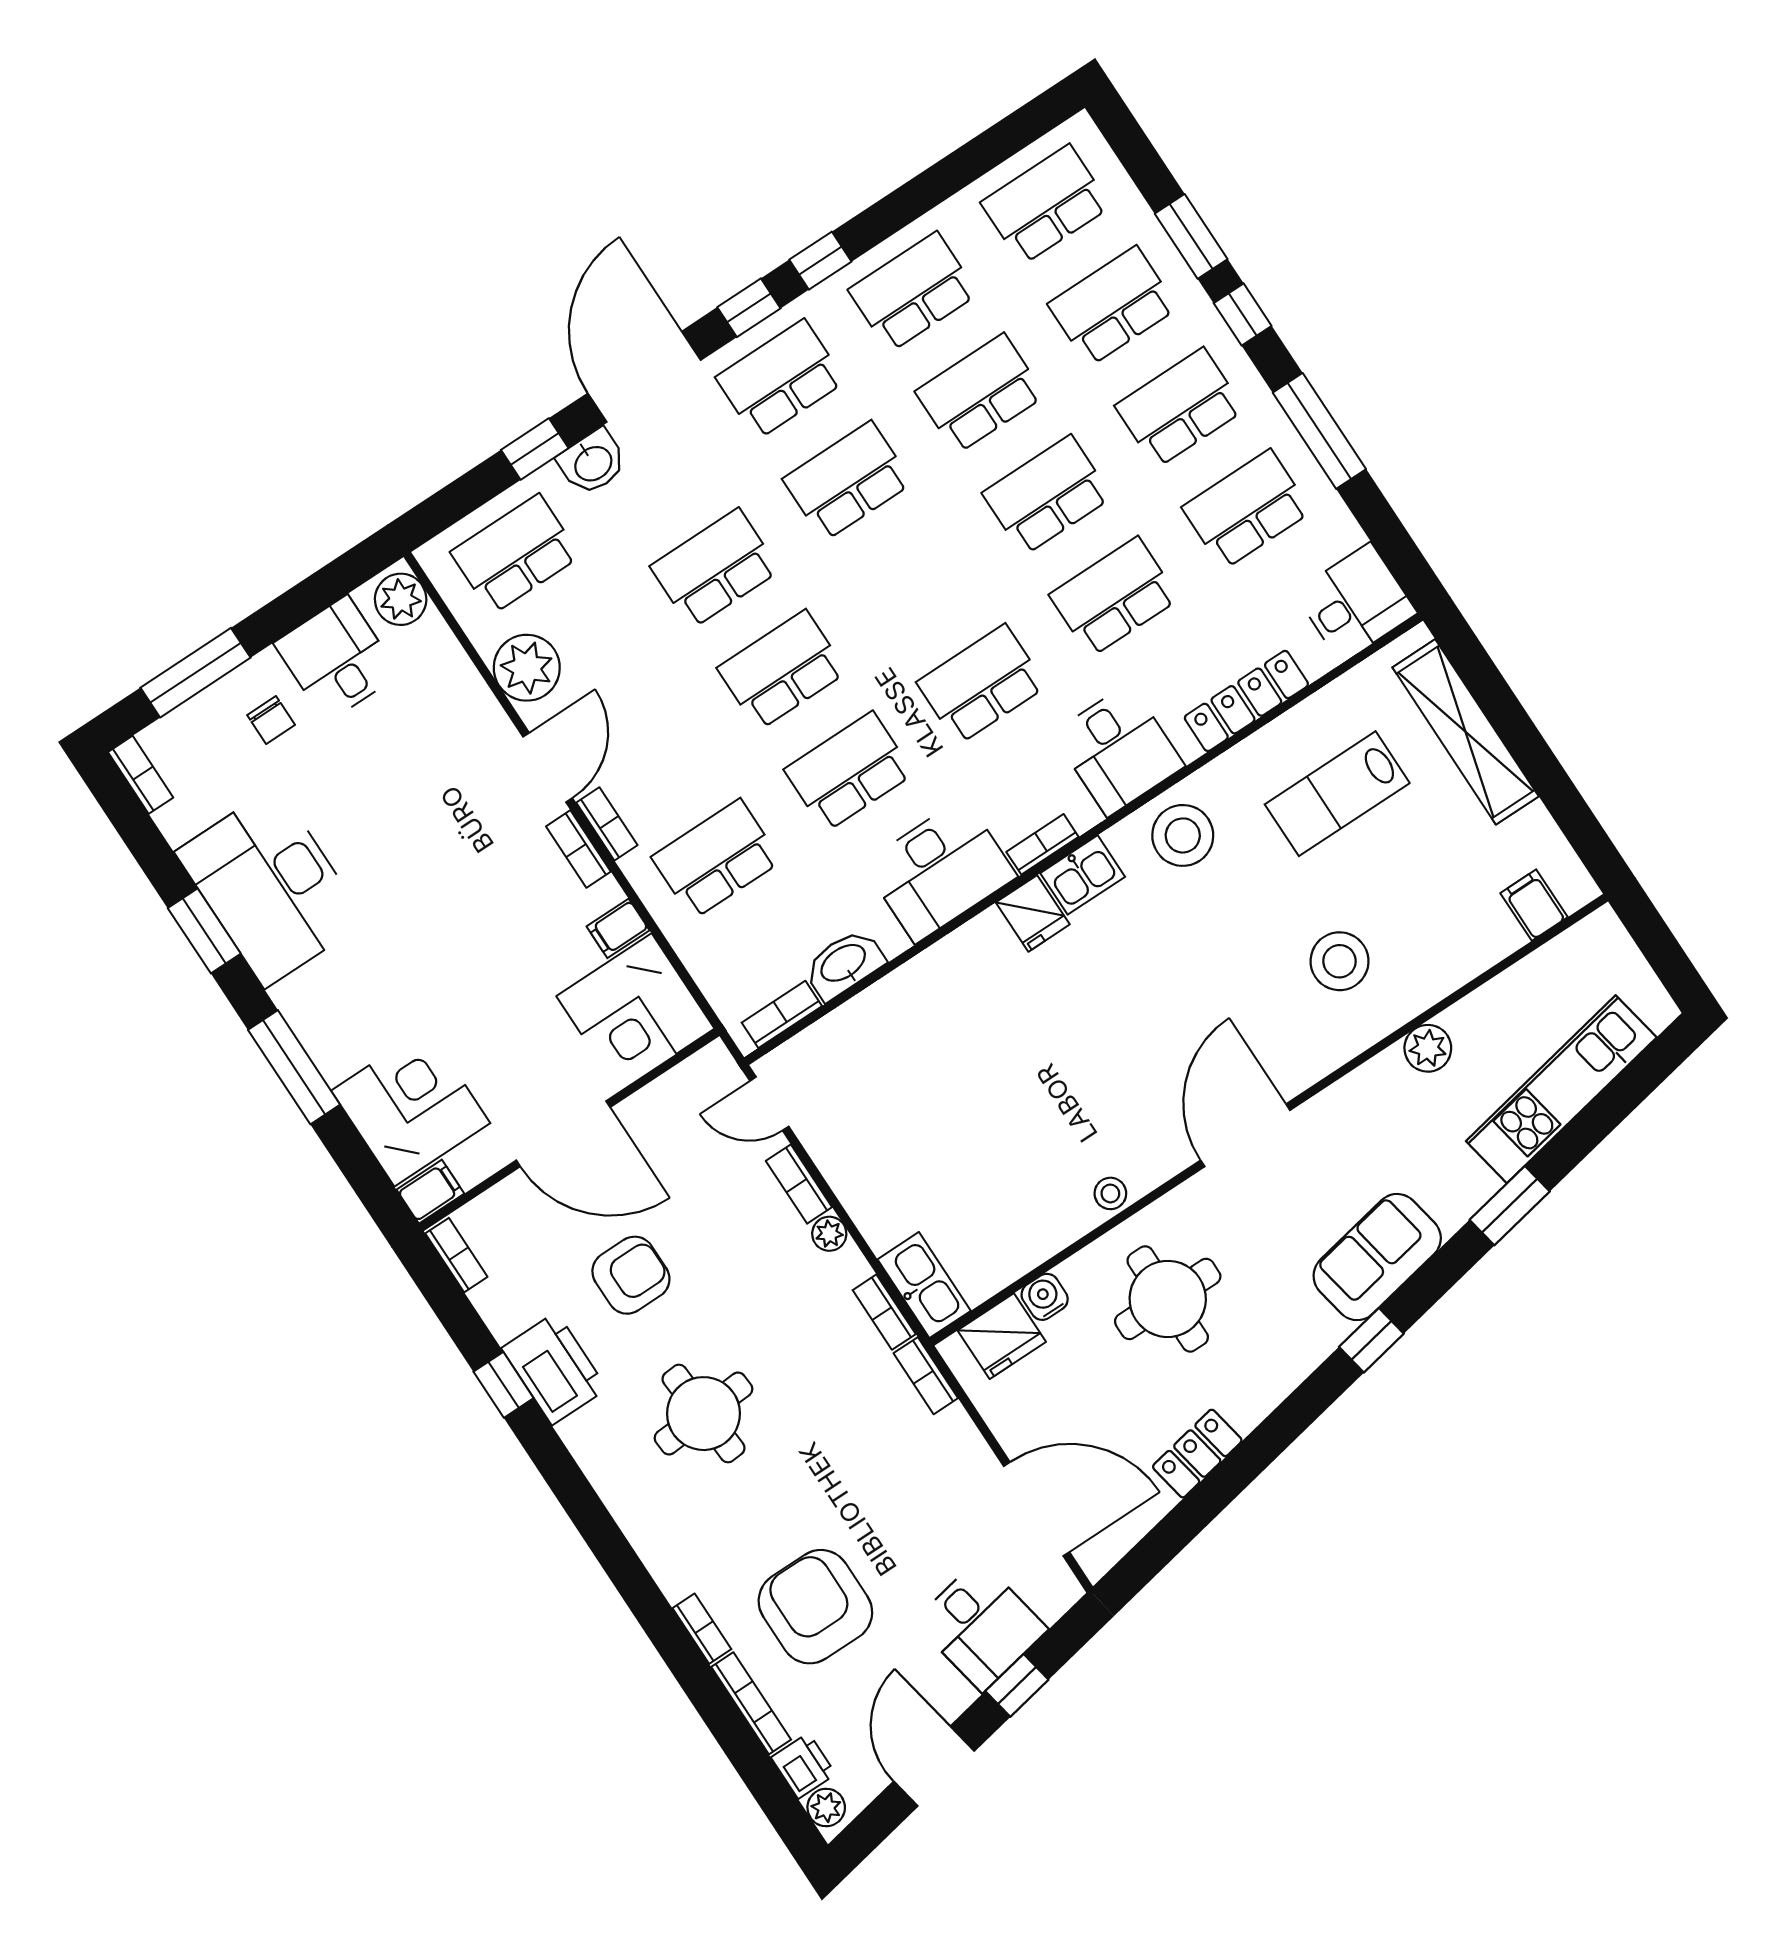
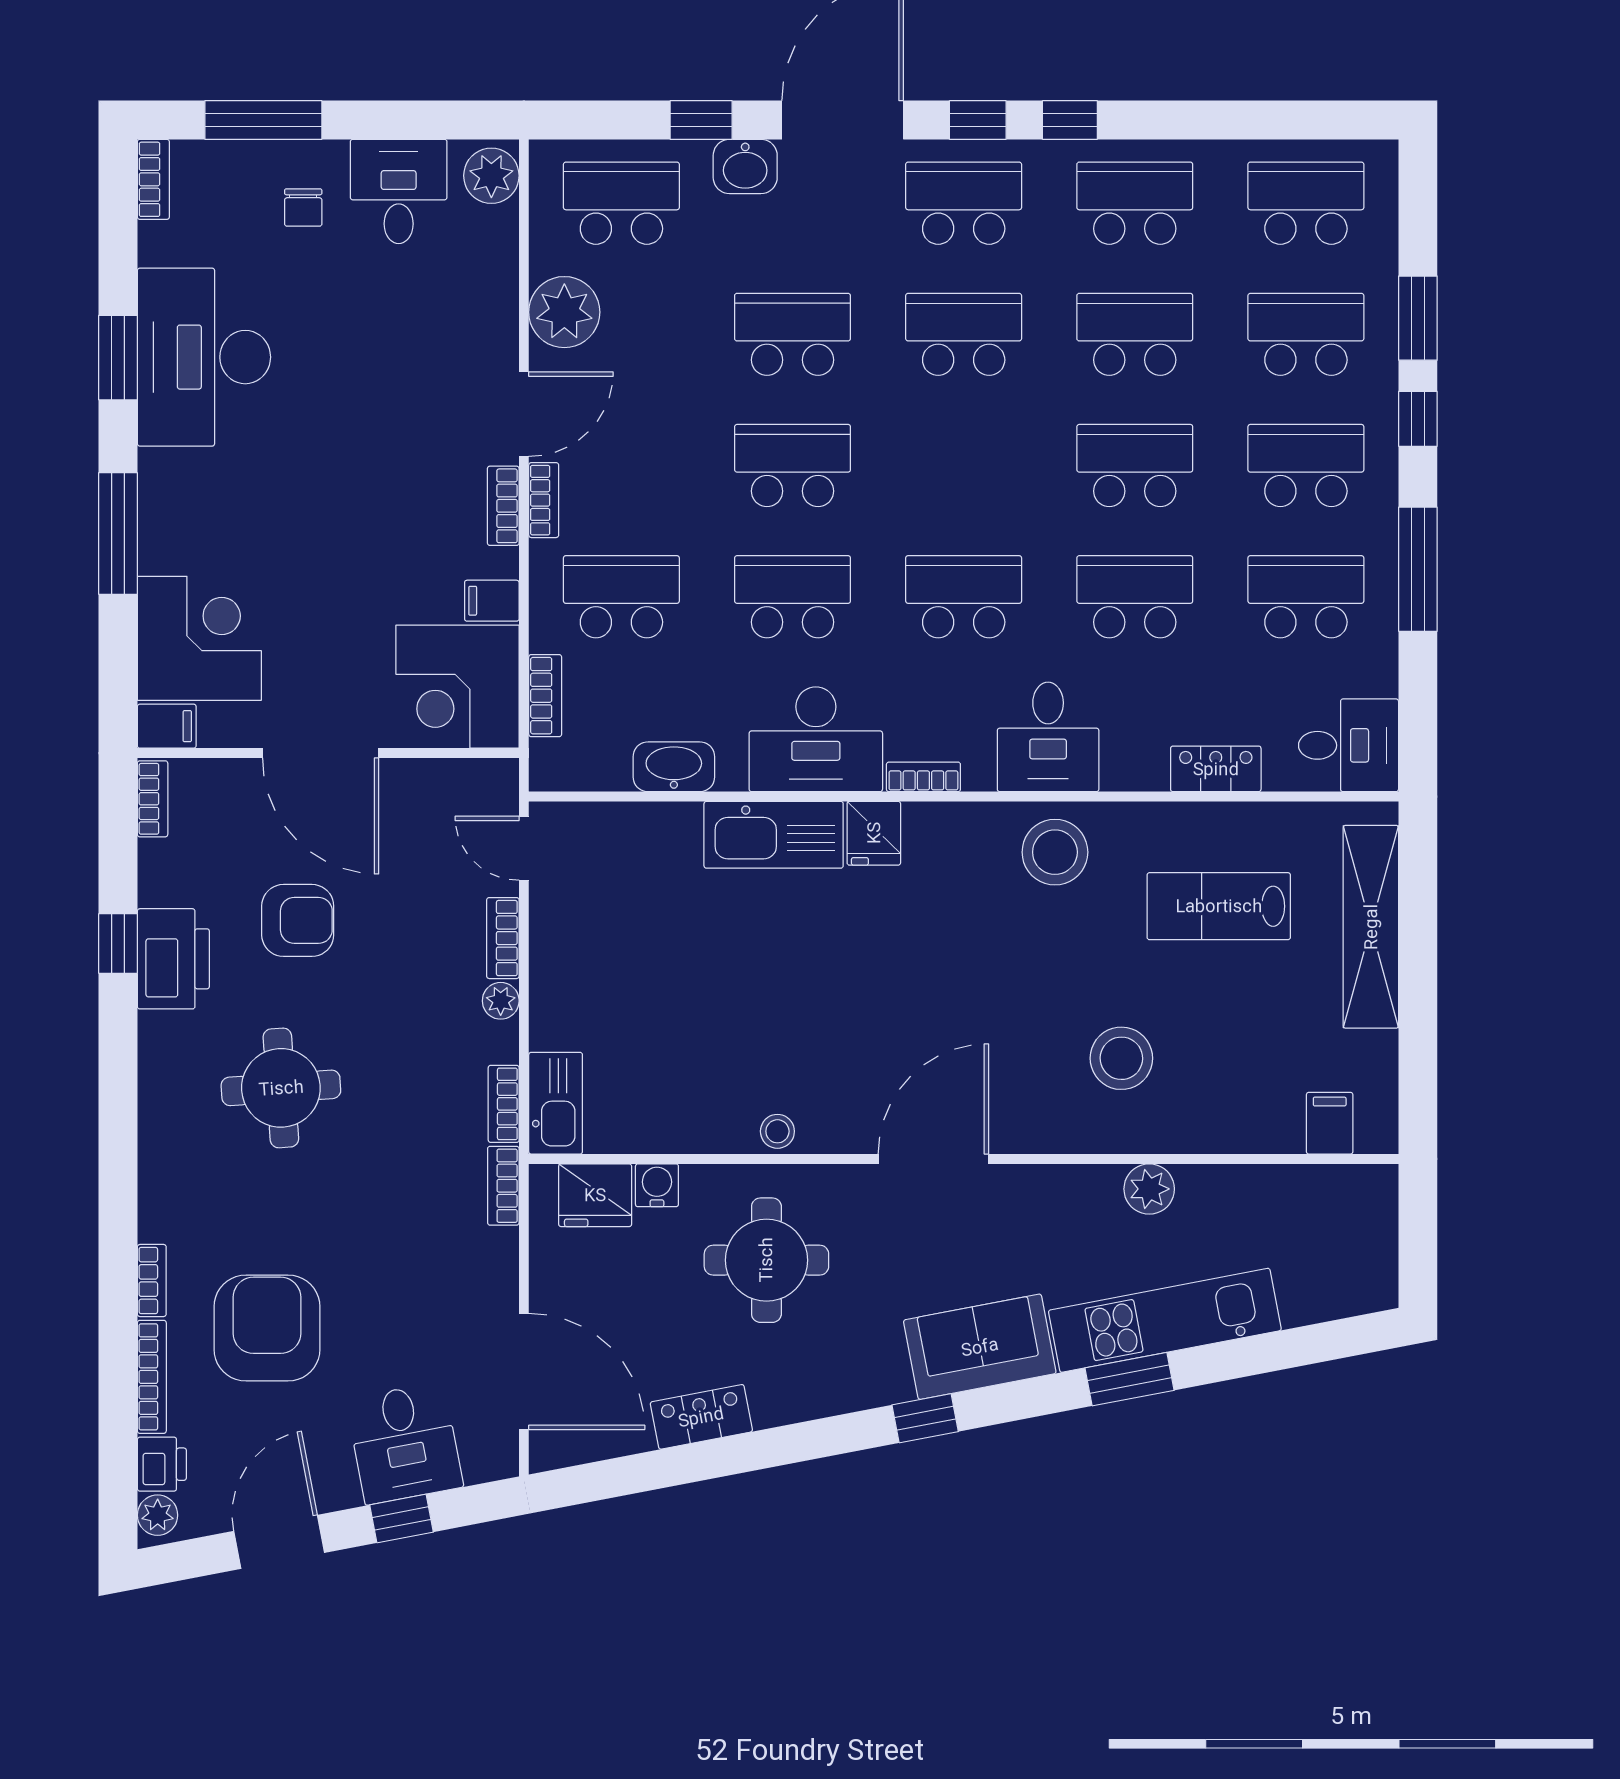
locker: (1246, 701) -> (1216, 769), width x0.66
kitchen sink: (1083, 875) -> (774, 835), moved, width x1.87, depth x1.24
bookcase: (782, 1014) -> (545, 696), moved, turned 90
kitchen unit: (1561, 1089) -> (1165, 1320), moved

